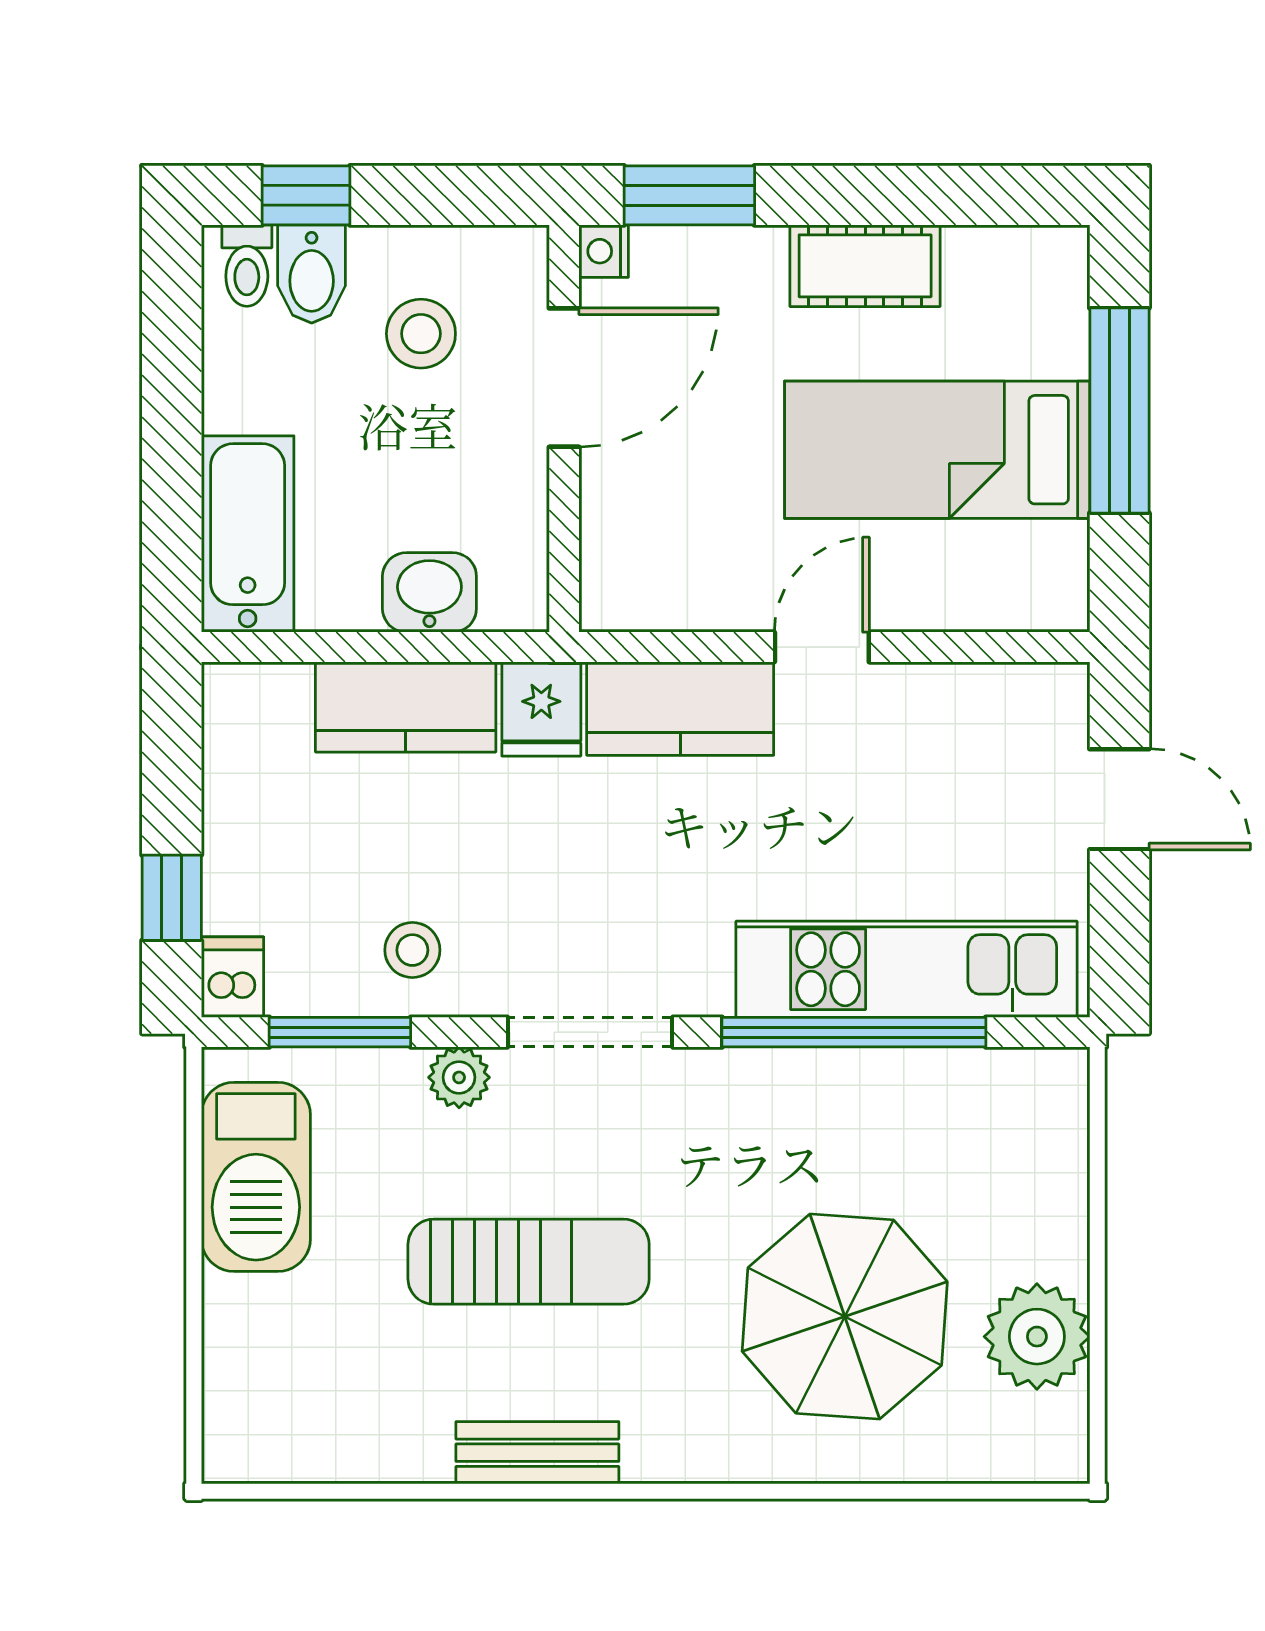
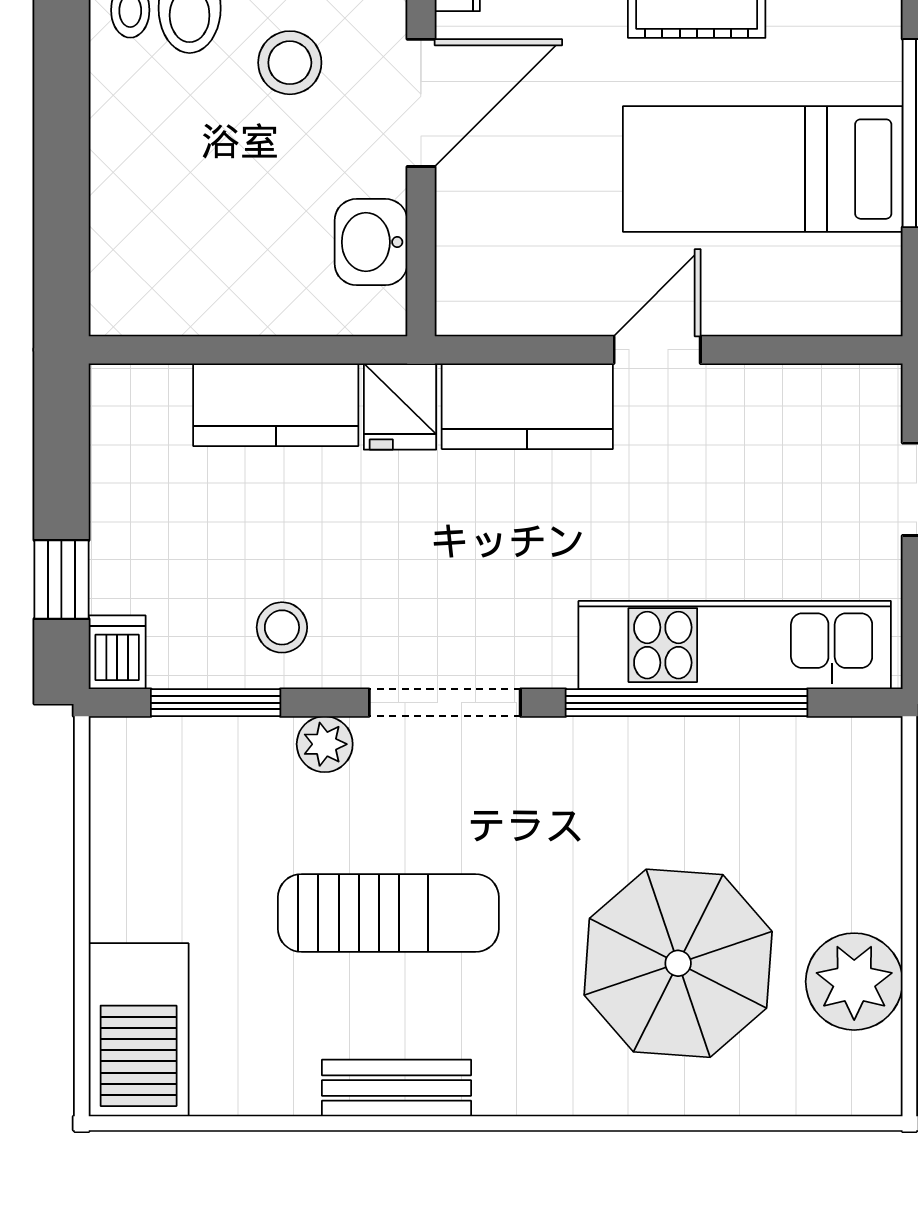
bathtub: (248, 534) -> (131, 246), removed
washbasin: (429, 592) -> (371, 242), moved, turned -90
barbecue: (256, 1177) -> (139, 1030), moved

